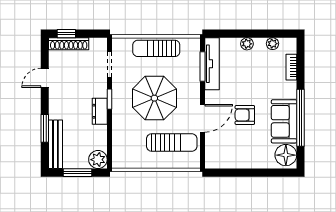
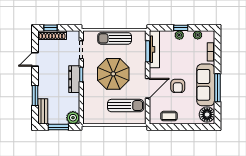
window: (249, 34) -> (181, 28), added
dresser: (100, 111) -> (74, 79), width x1.44
armchair: (245, 115) -> (178, 86), turned -90
window: (301, 118) -> (218, 88), width x0.68
sofa: (284, 121) -> (206, 85), width x1.36
bench: (55, 144) -> (43, 111), width x0.73
coffee table: (232, 157) -> (169, 116), added

